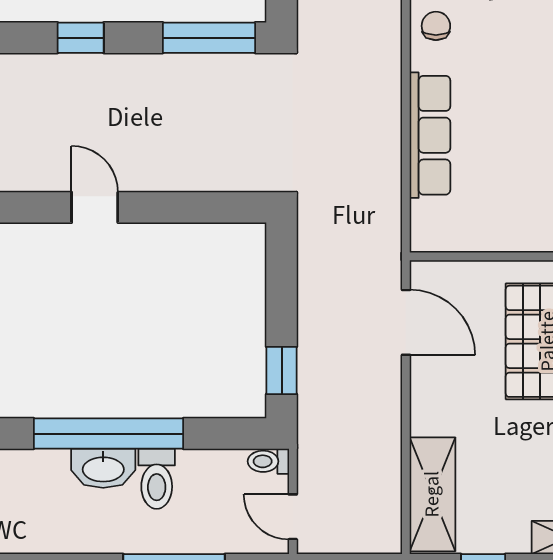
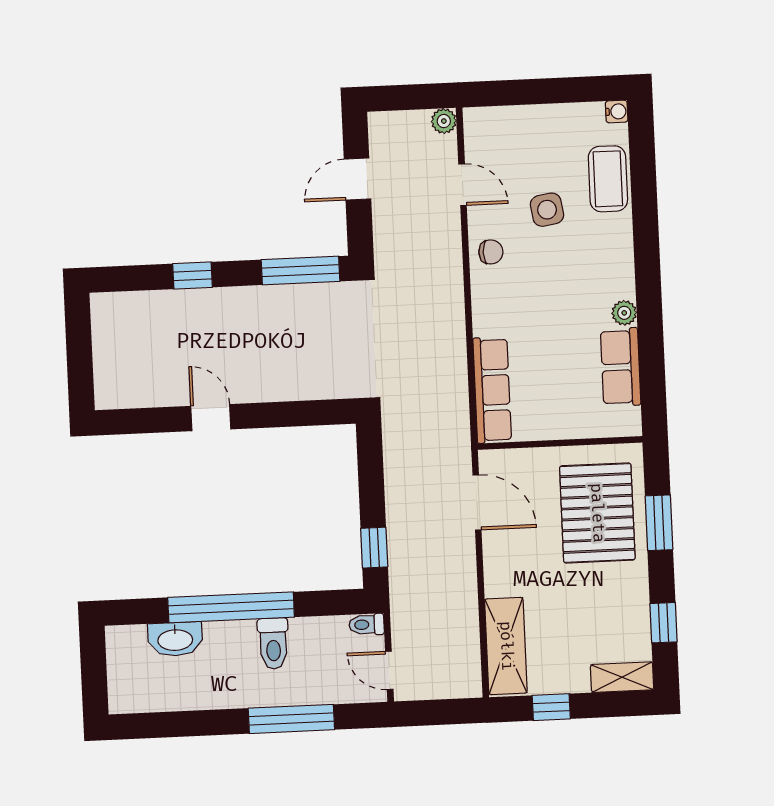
chair: (436, 26) -> (491, 252), turned 90
row of seats: (430, 135) -> (492, 390), moved
washbasin: (103, 468) -> (175, 639), moved

